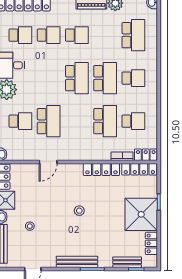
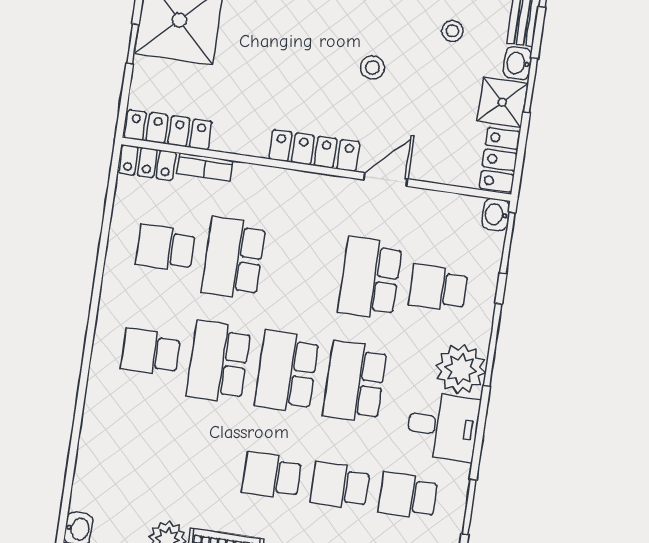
school desk: (133, 35) -> (355, 382), moved
locker: (101, 169) -> (314, 151), moved
stool: (79, 211) -> (372, 67), moved

